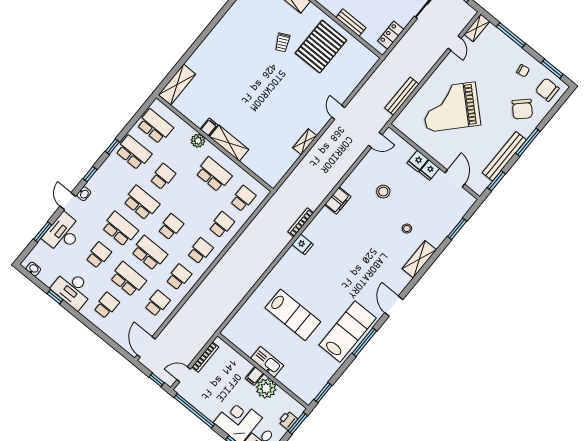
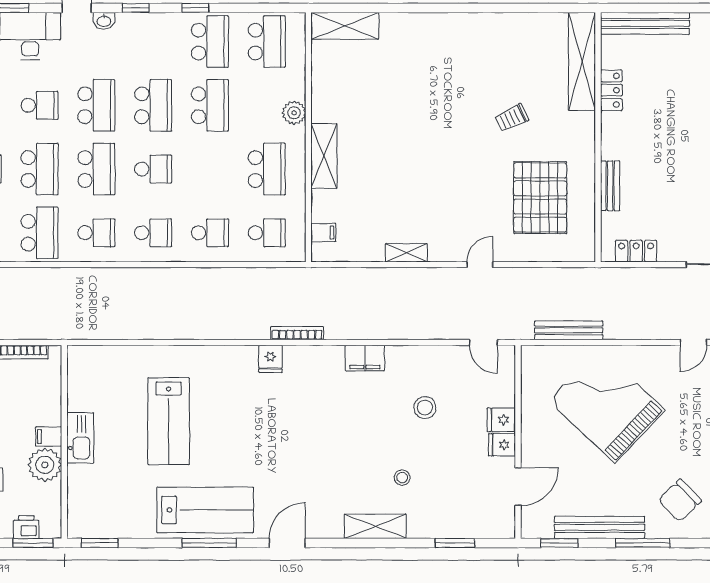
pallet: (321, 47) -> (540, 198), moved, turned 90
filing cabinet: (209, 127) -> (323, 232), moved
school desk: (163, 177) -> (210, 105), width x1.85
school desk: (157, 303) -> (40, 233), width x1.85

